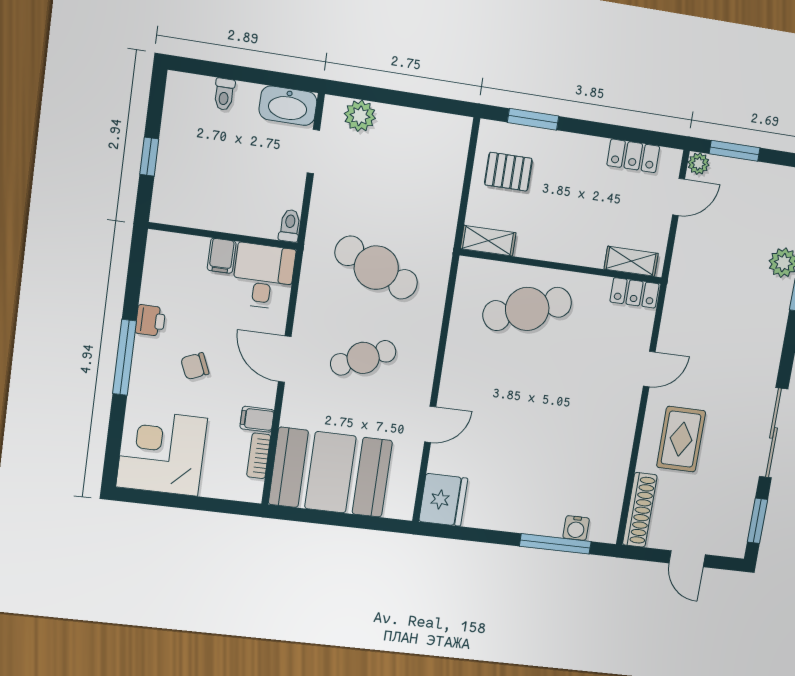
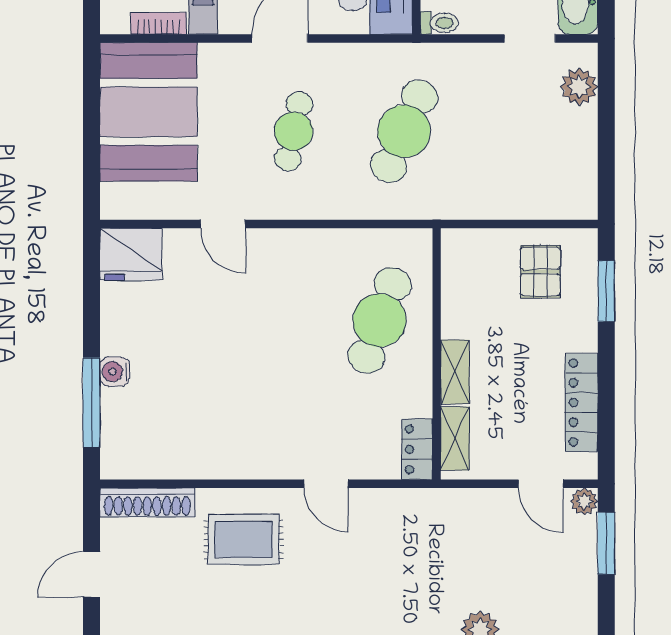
locker: (633, 156) -> (582, 403), width x1.53
shelving: (488, 241) -> (455, 372), moved
cafe table: (527, 309) -> (380, 320), turned 40
cafe table: (363, 358) -> (294, 131), turned 36
water cooler: (576, 528) -> (115, 372), moved

